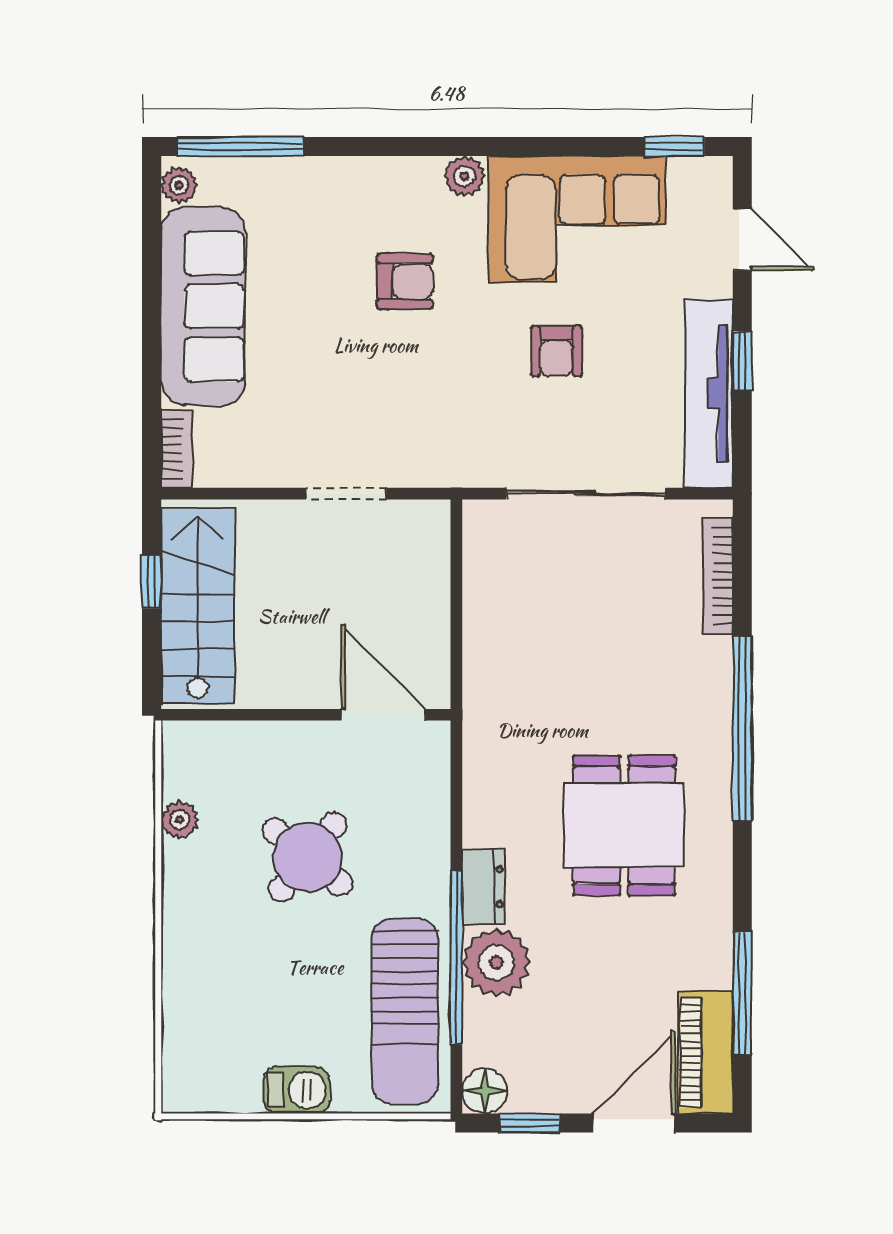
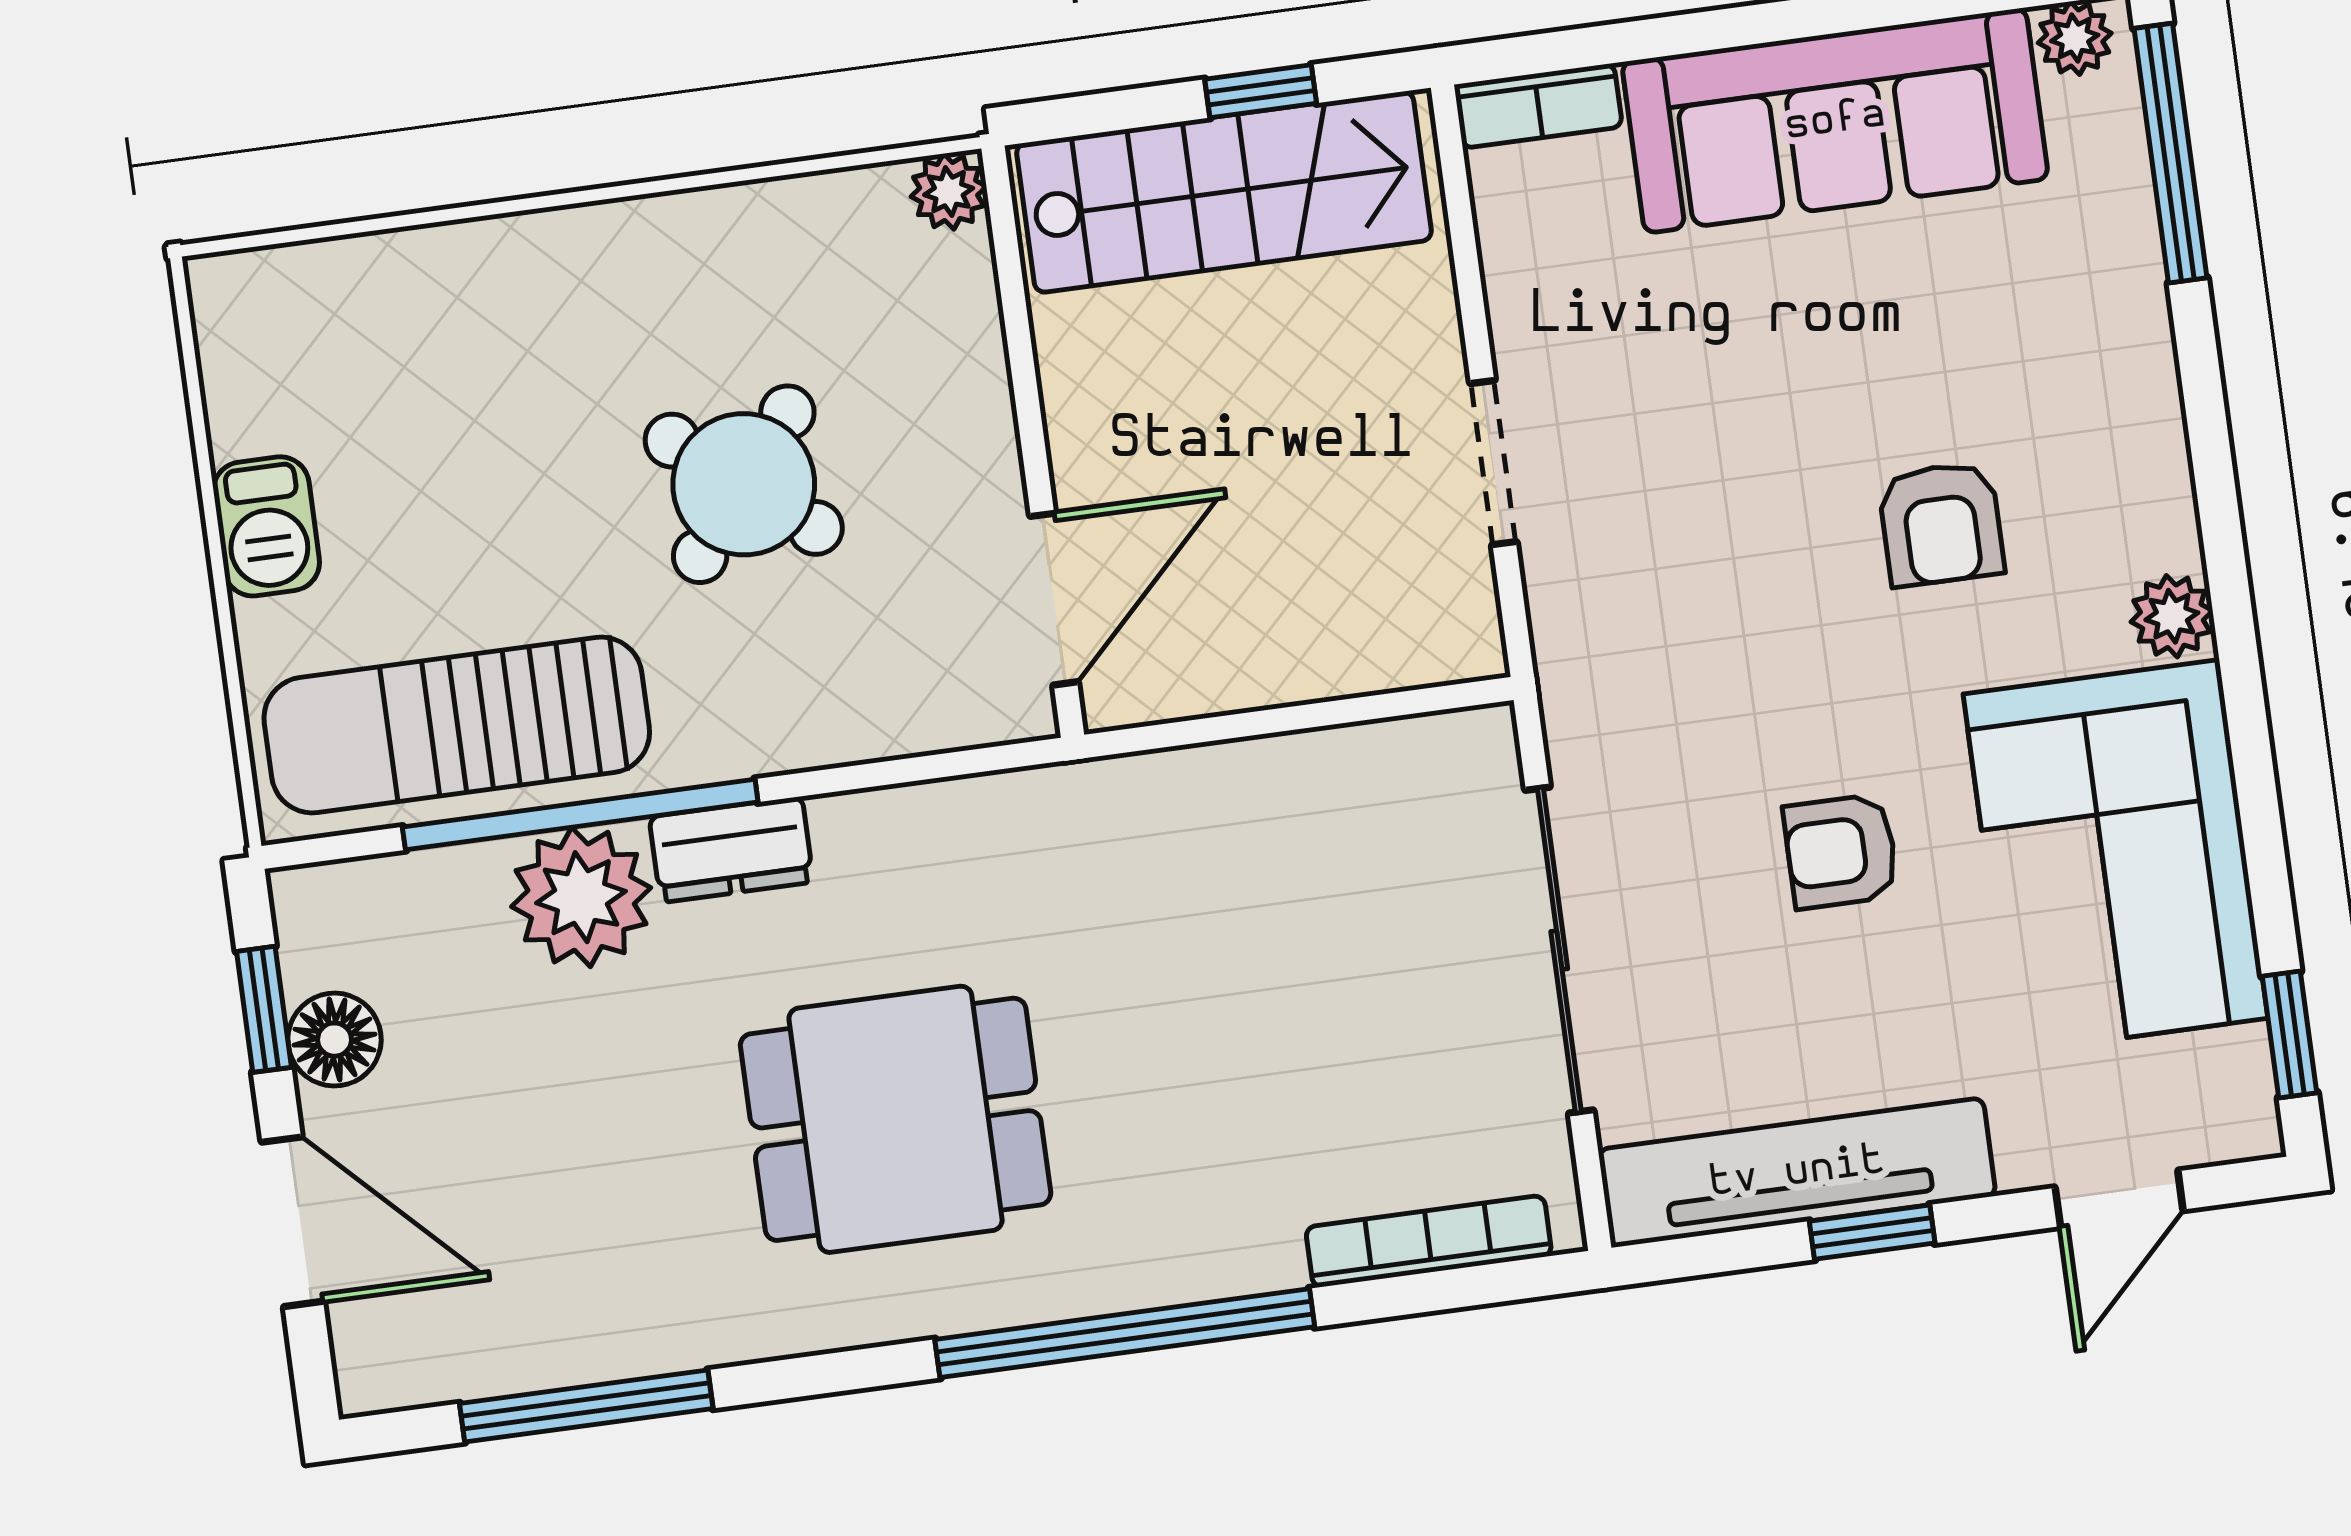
plant: (180, 820) -> (949, 191), moved
piano: (706, 1053) -> (455, 1348), removed
floor lamp: (485, 1091) -> (335, 1040), moved

